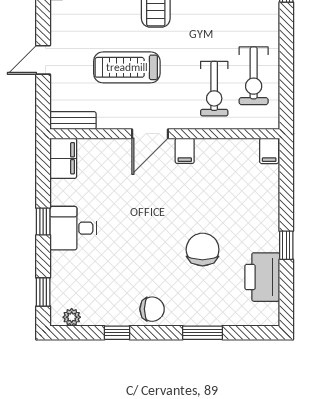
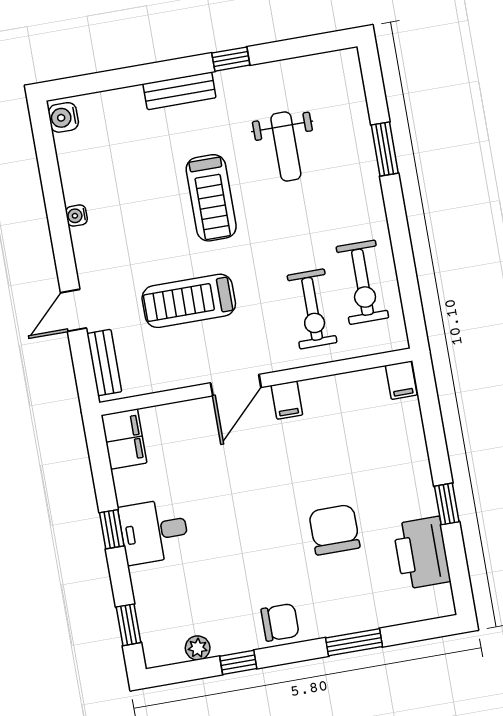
bench: (73, 120) -> (104, 363), moved, turned 90
plant: (72, 317) -> (198, 648), moved

